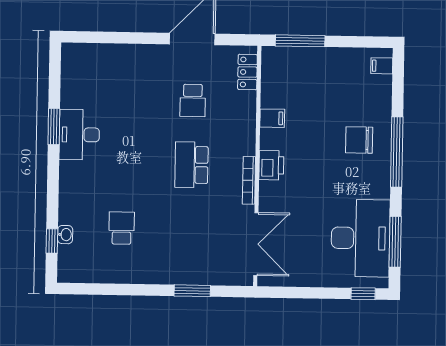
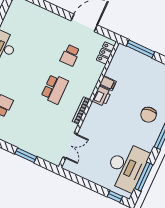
chair: (359, 140) -> (149, 115), turned -97
school desk: (192, 165) -> (55, 89), turned 180
printer: (271, 165) -> (102, 96), moved
double door: (256, 244) -> (70, 146), width x0.73

